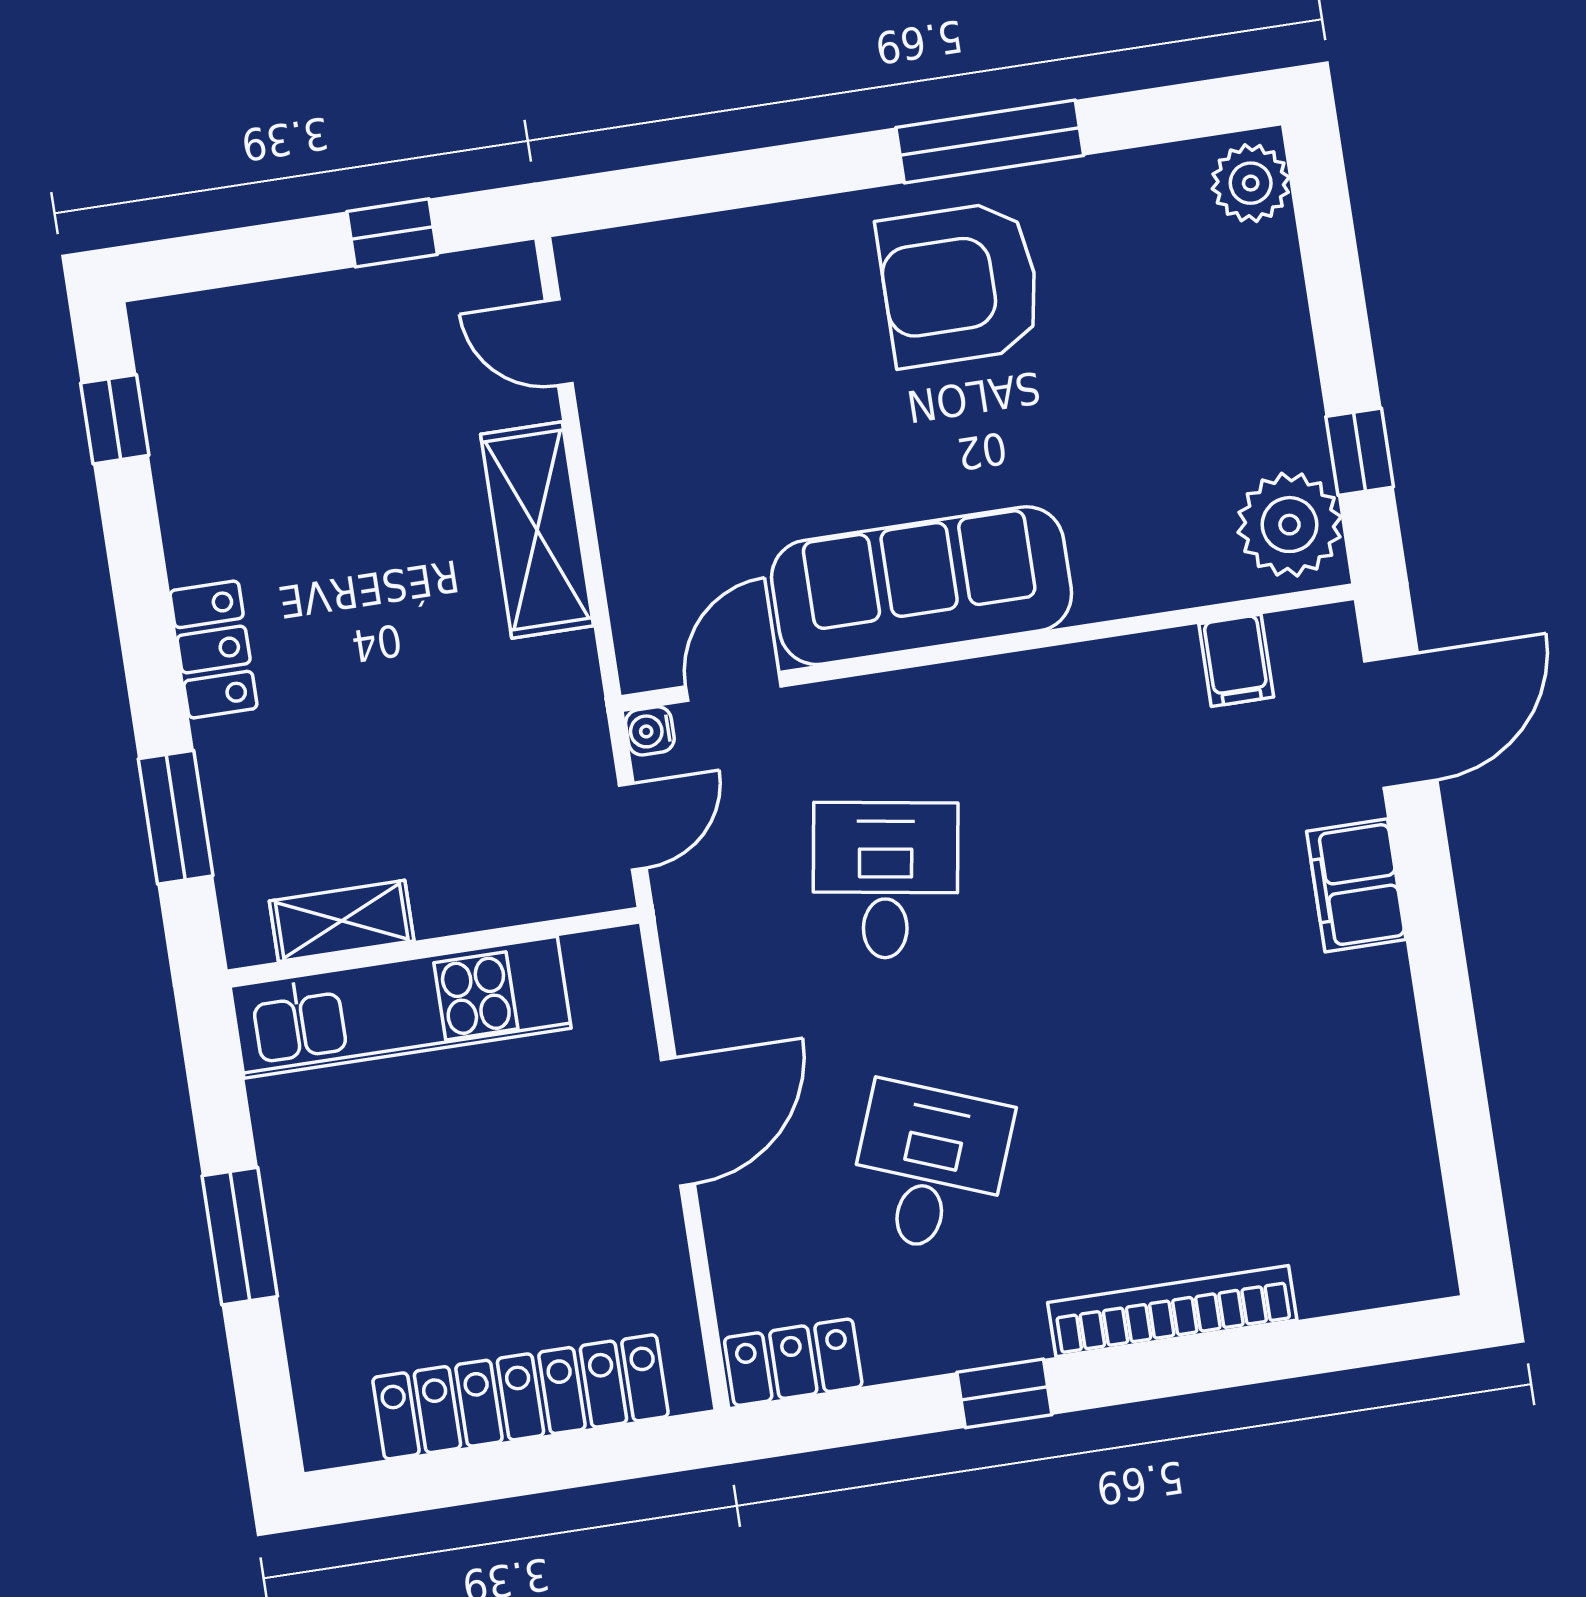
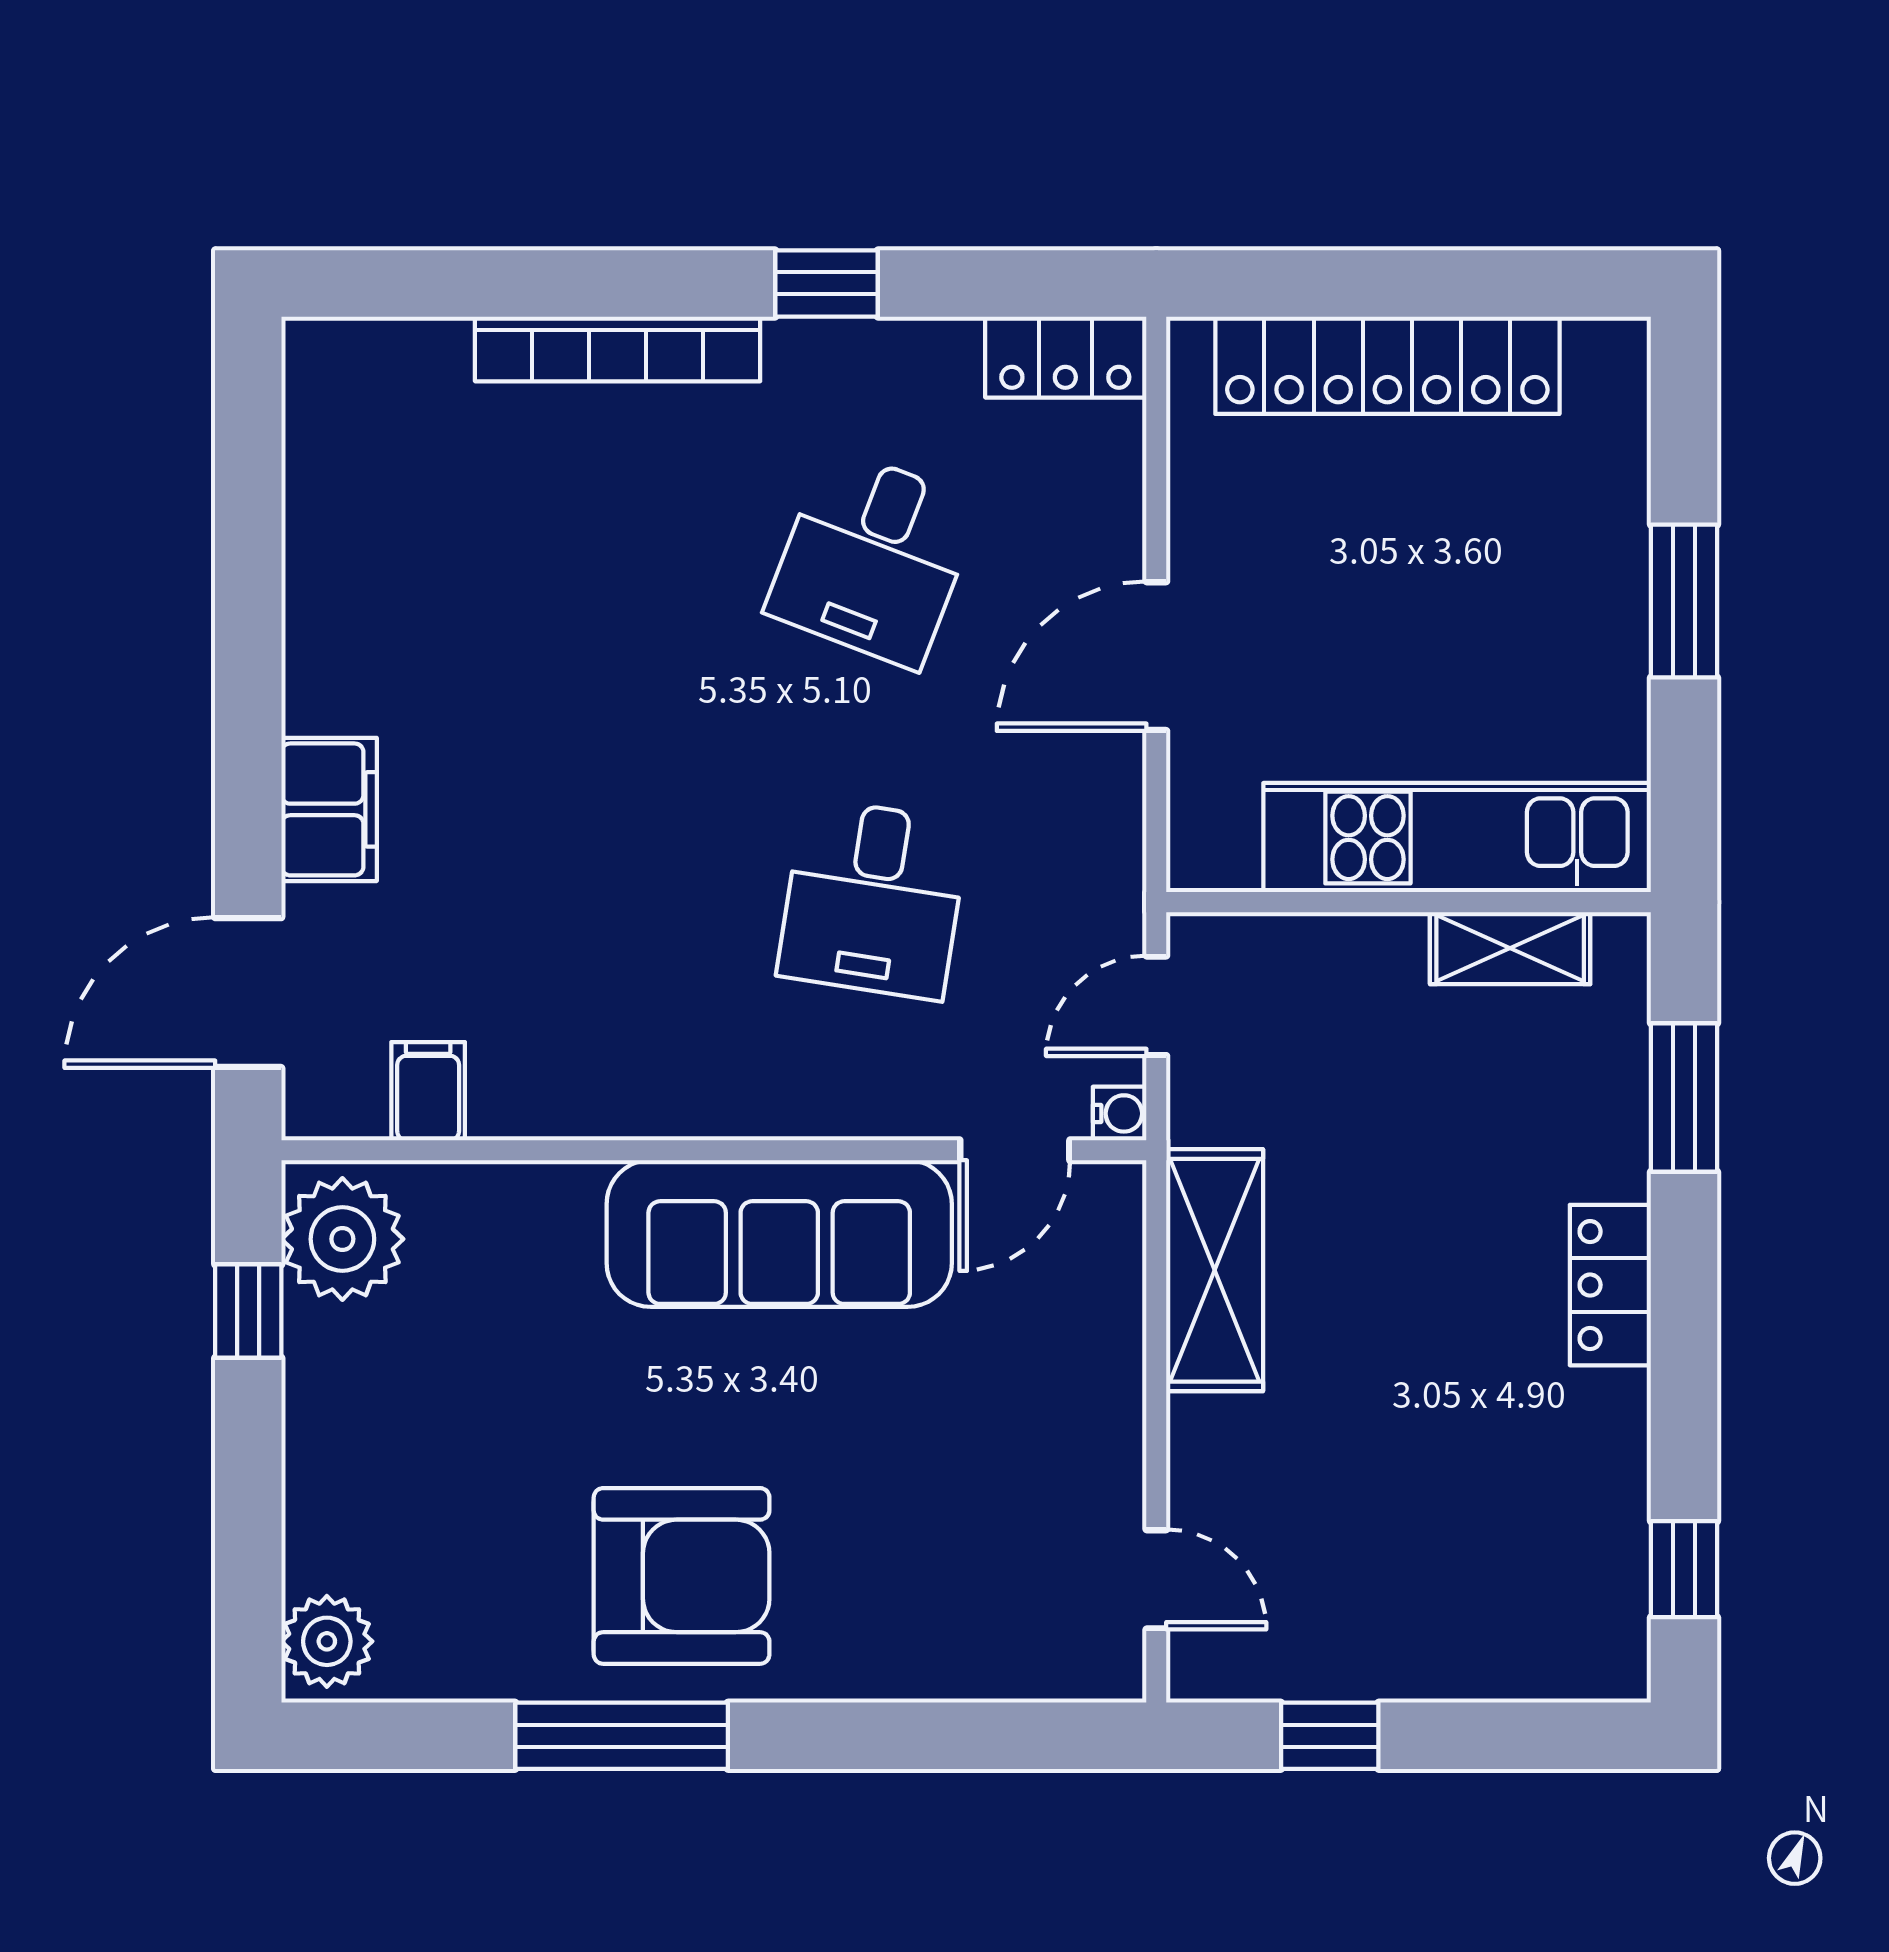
shelving: (537, 530) -> (1215, 1270), moved

